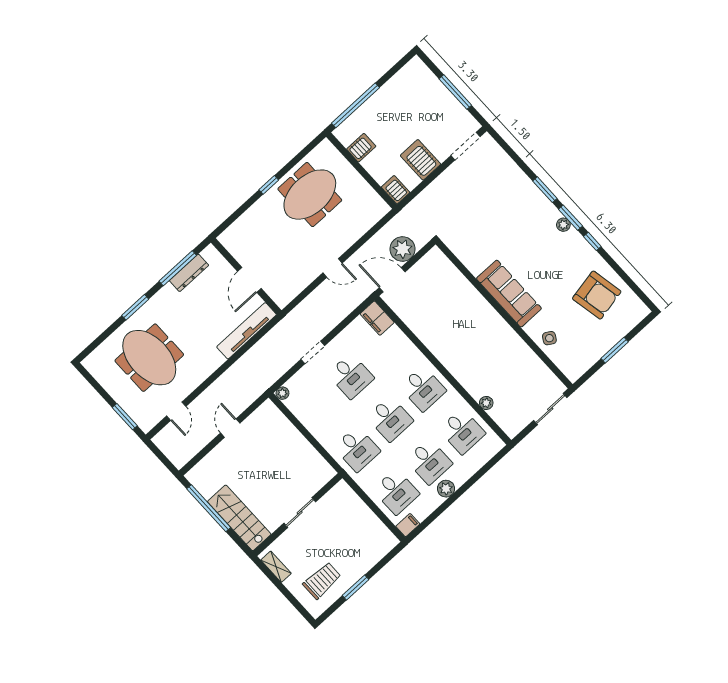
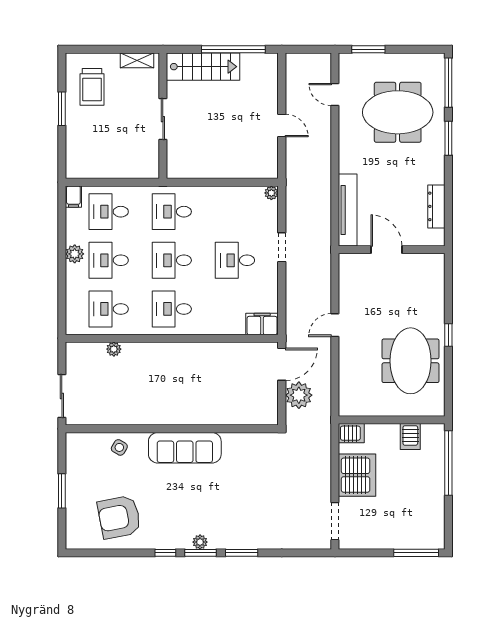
window: (455, 92) -> (416, 553), moved
server rack: (420, 160) -> (357, 475), width x1.60
window: (178, 268) -> (448, 83), moved

